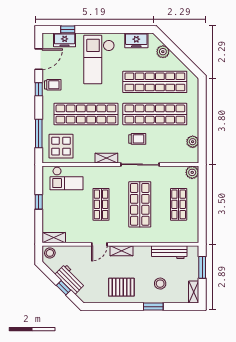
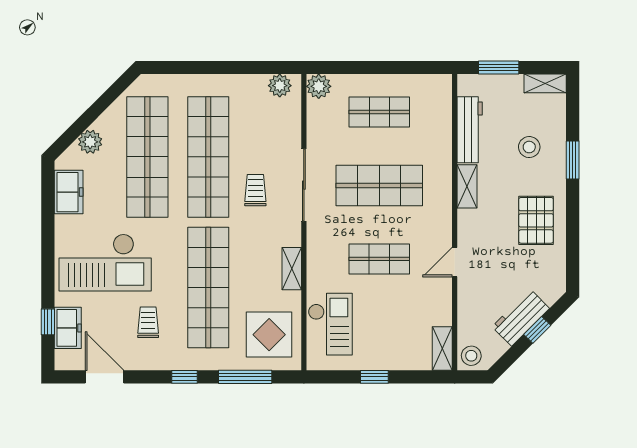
trolley: (53, 85) -> (148, 322), moved
window: (39, 89) -> (184, 377), moved
plant: (193, 142) -> (280, 86), moved
shelving: (106, 158) -> (292, 269), moved
door: (99, 244) -> (455, 262), swing flipped
shelving: (121, 251) -> (467, 186), moved

